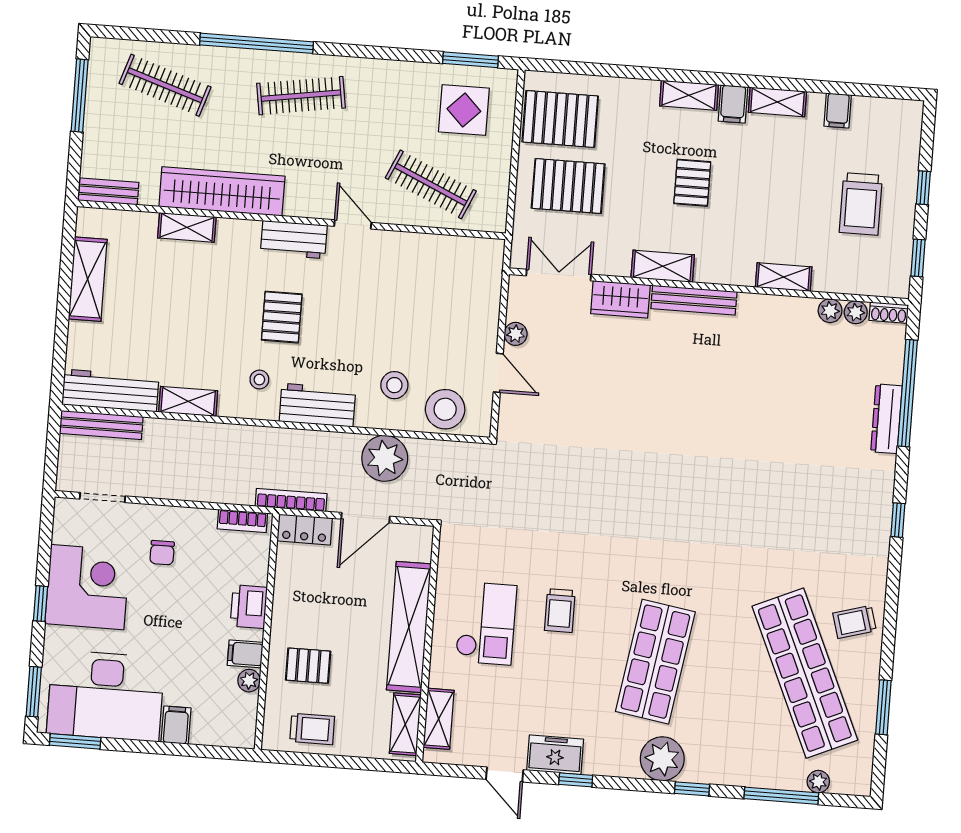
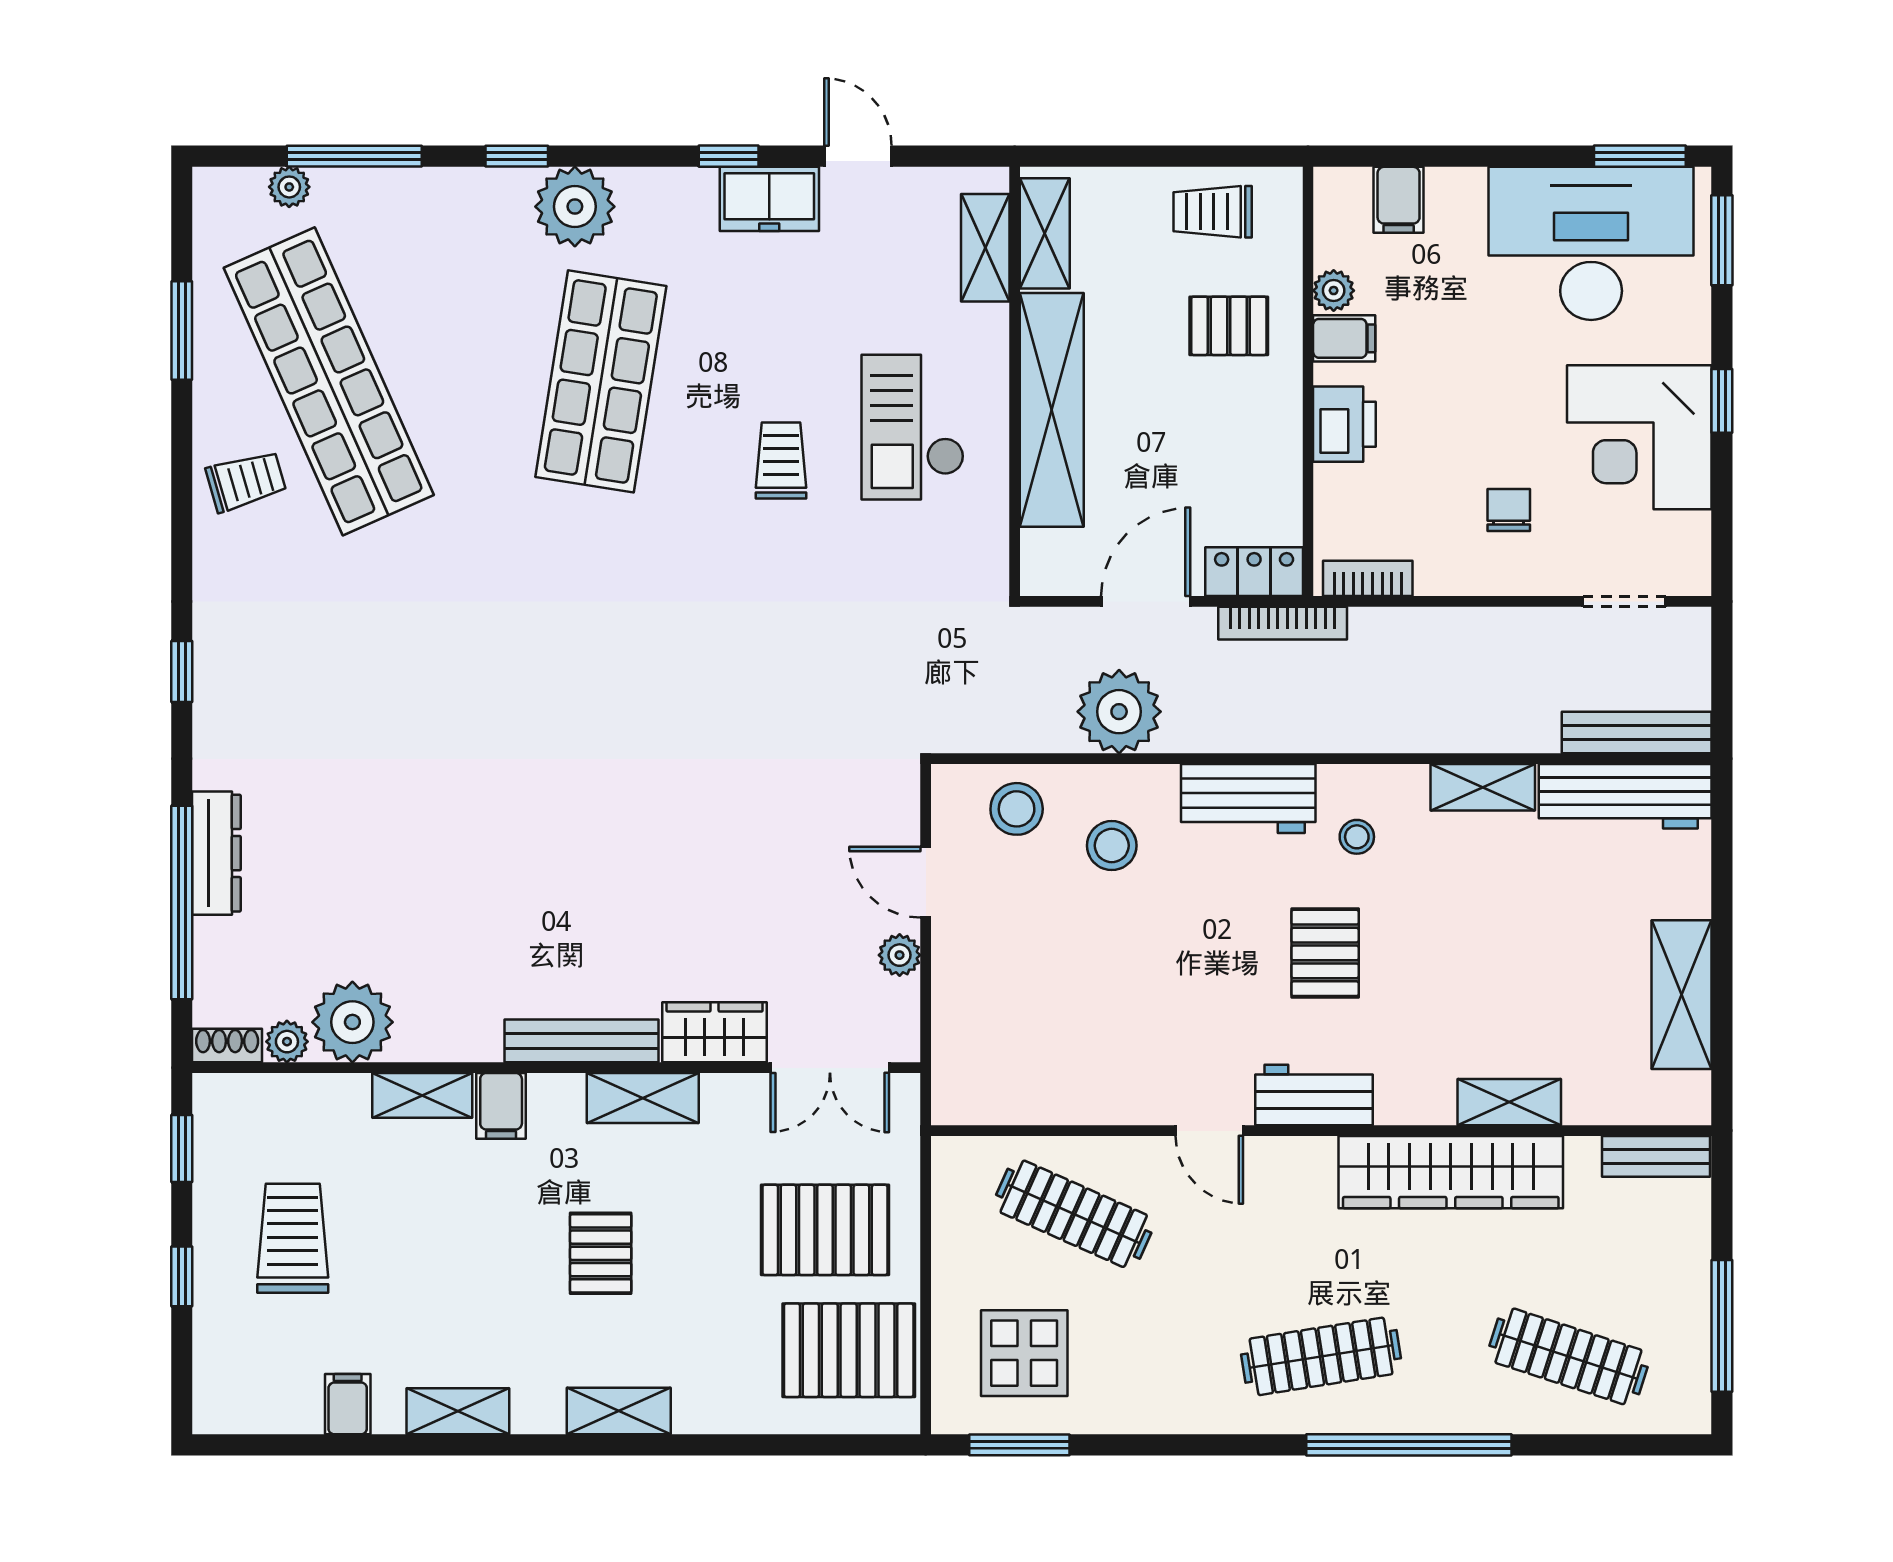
filing cabinet: (733, 104) -> (501, 1106), moved, turned 180
plant: (830, 311) -> (352, 1022), width x1.88, depth x1.88
stool: (445, 409) -> (1017, 809), width x0.73, depth x0.73
filing cabinet: (176, 725) -> (1399, 200), moved

